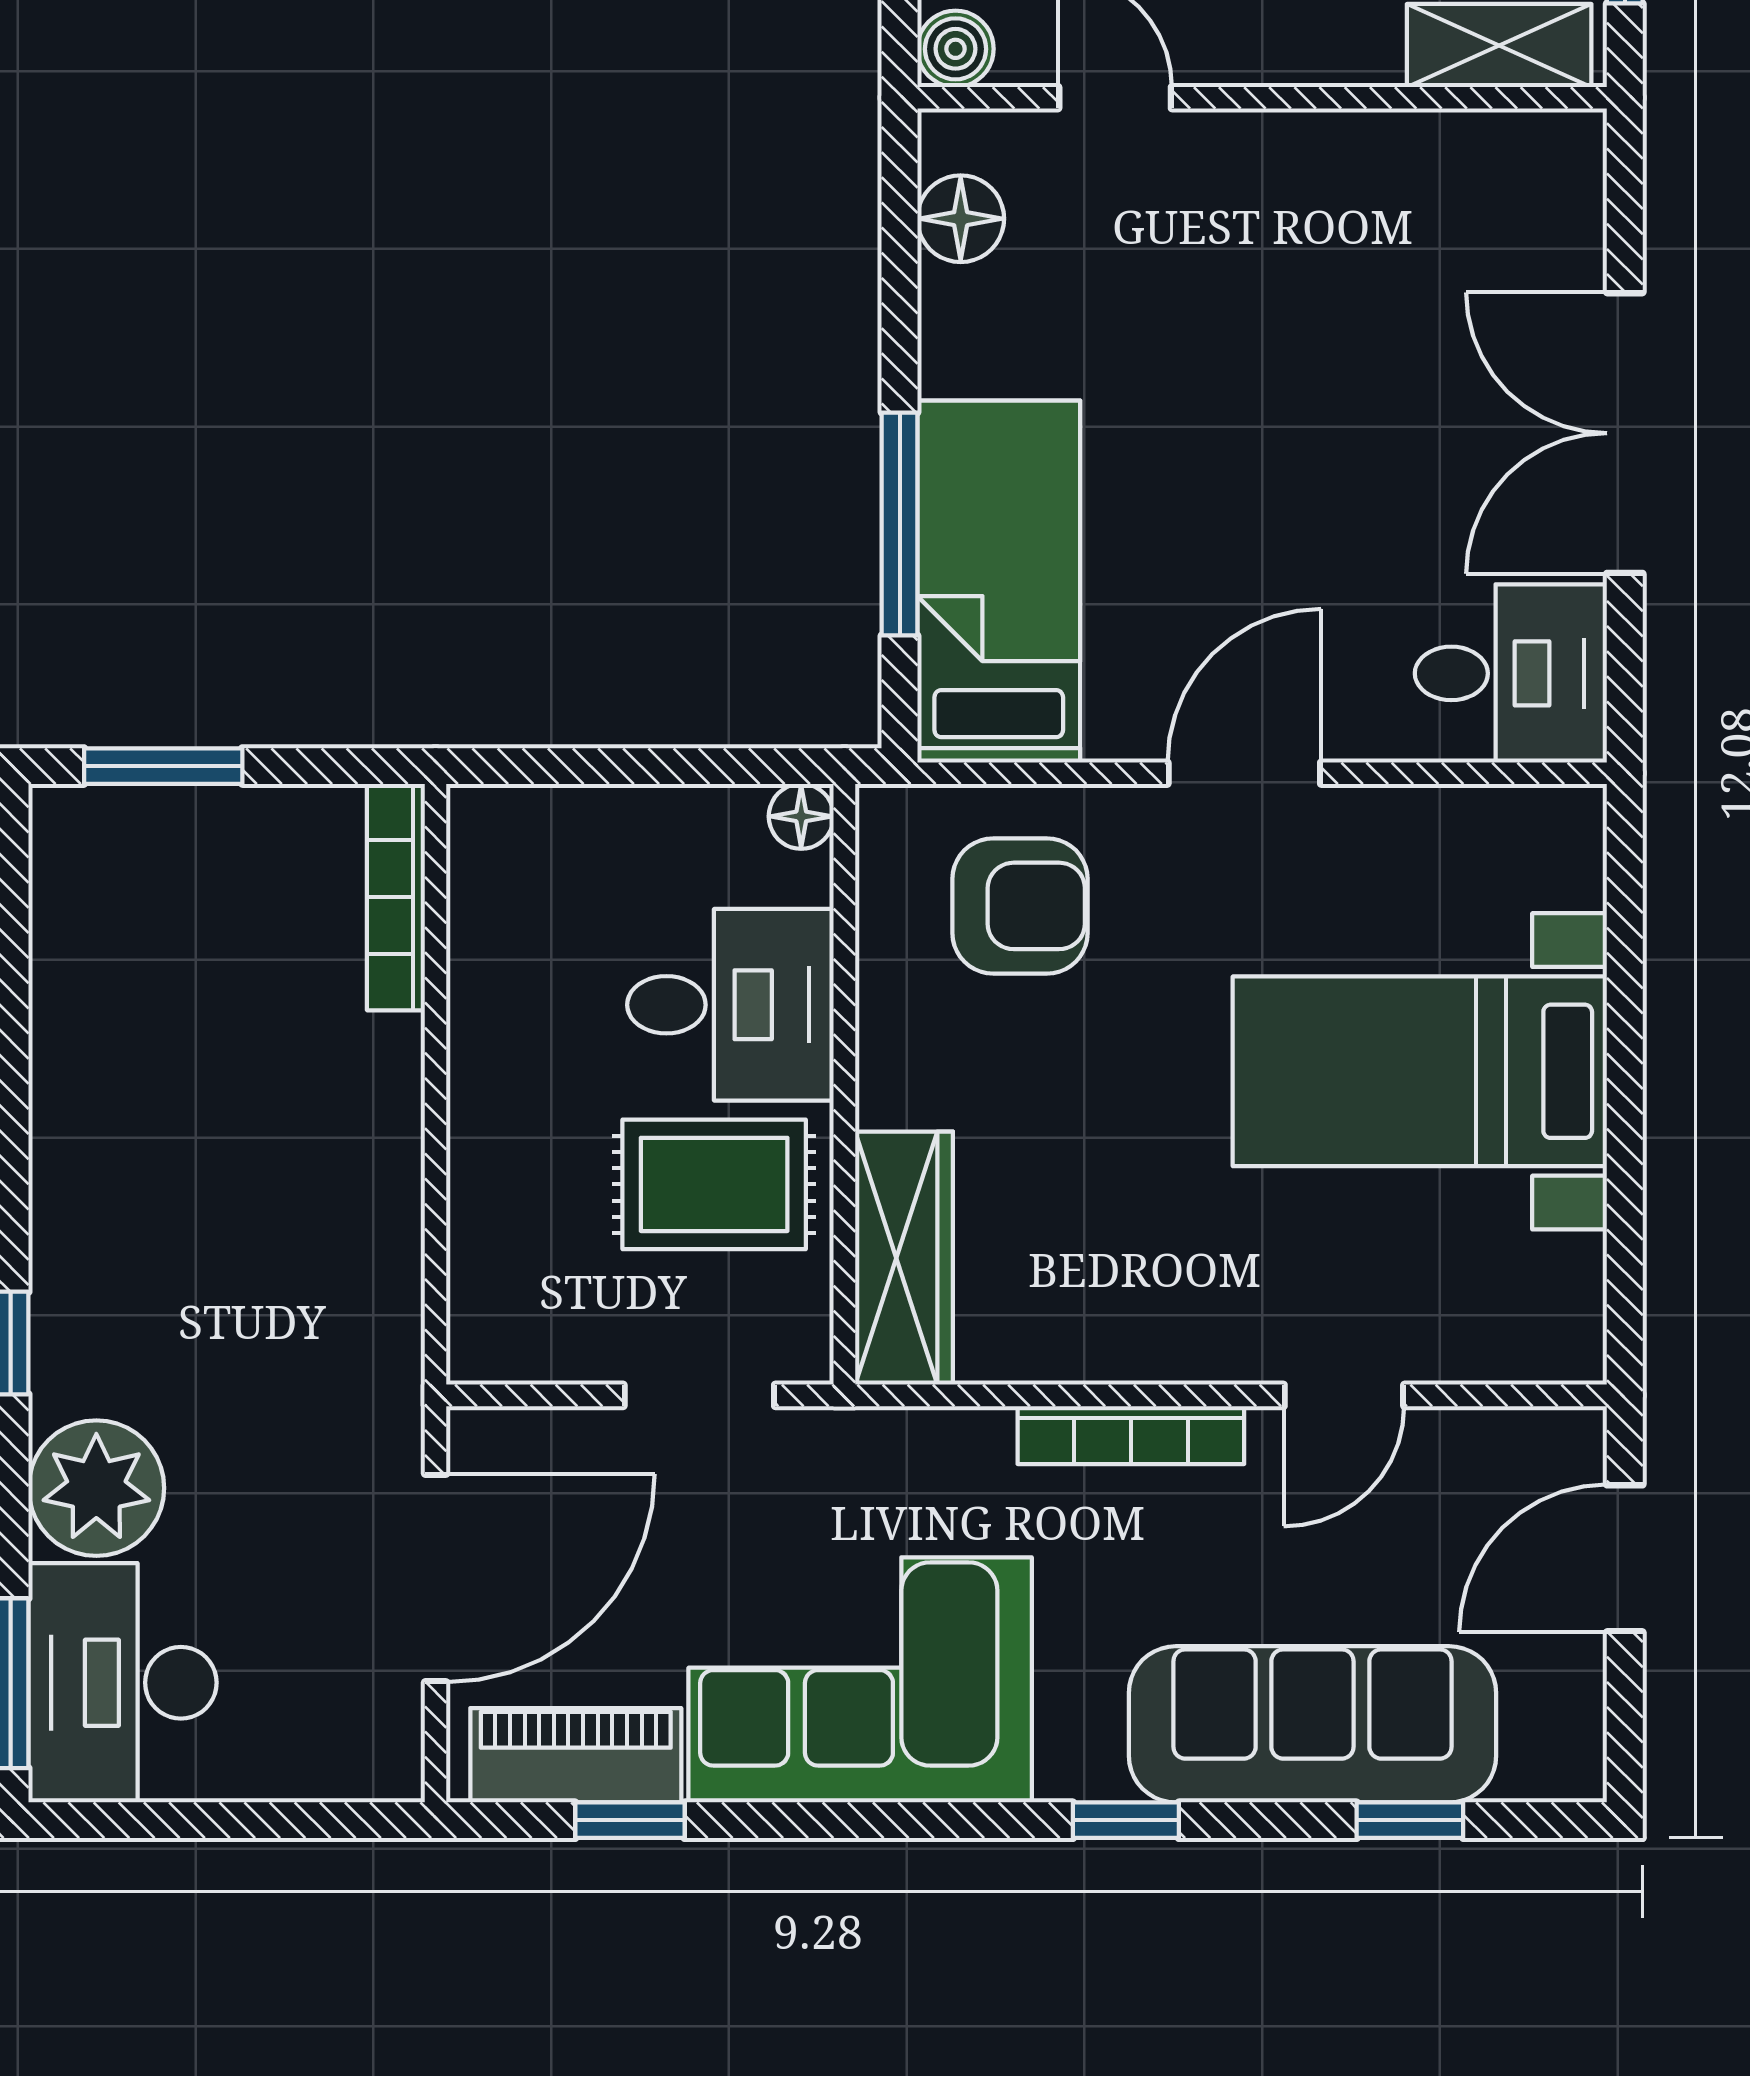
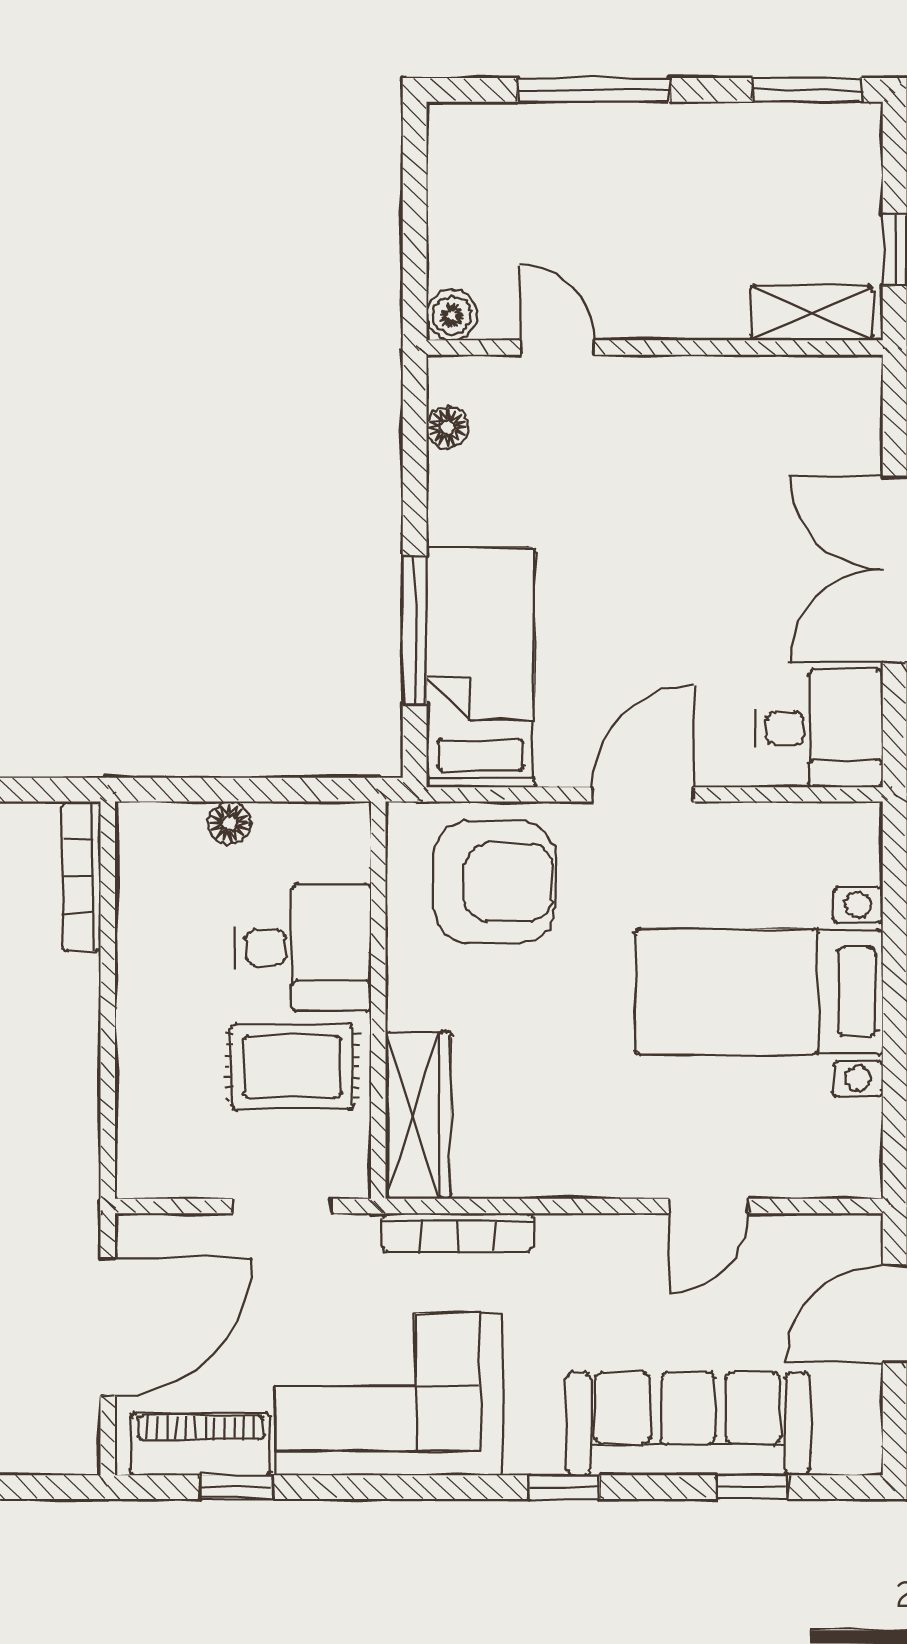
floor lamp: (961, 219) -> (447, 428), width x0.73, depth x0.73
floor lamp: (801, 816) -> (229, 823), moved
armchair: (1020, 906) -> (494, 882), width x1.36, depth x1.36
bookcase: (1131, 1435) -> (458, 1232), moved

